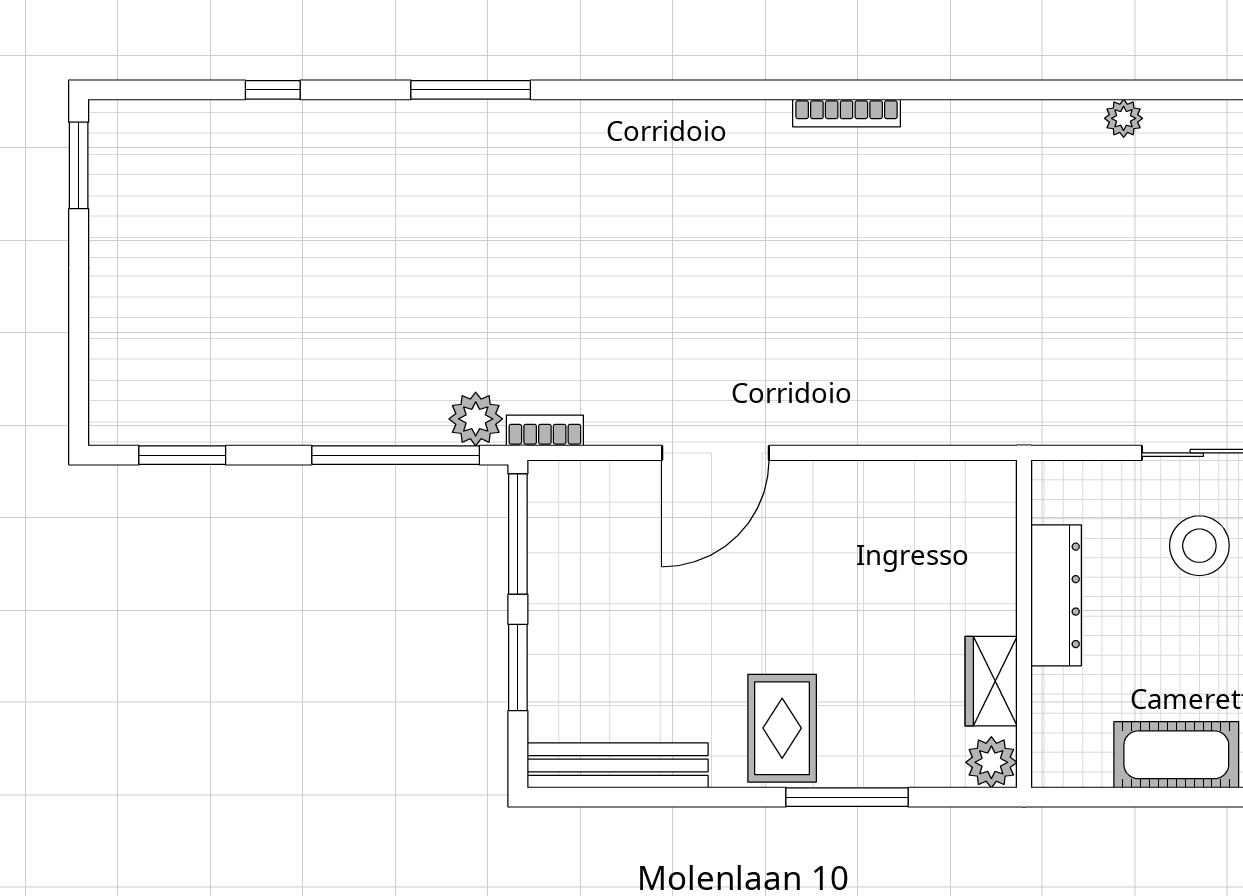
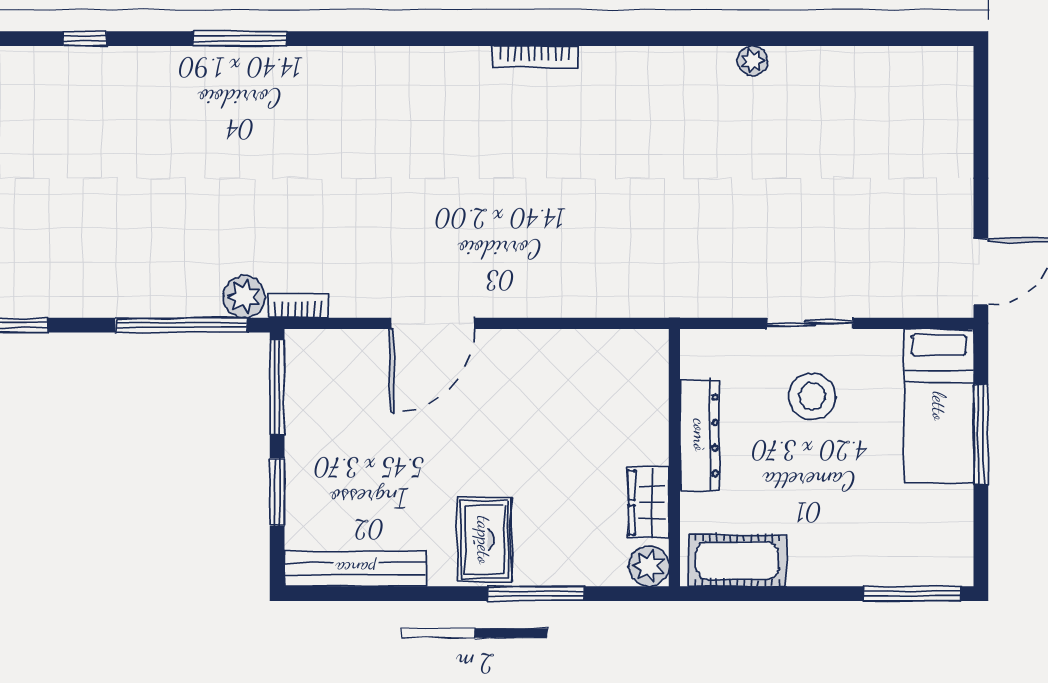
cot: (1176, 755) -> (737, 560), moved

